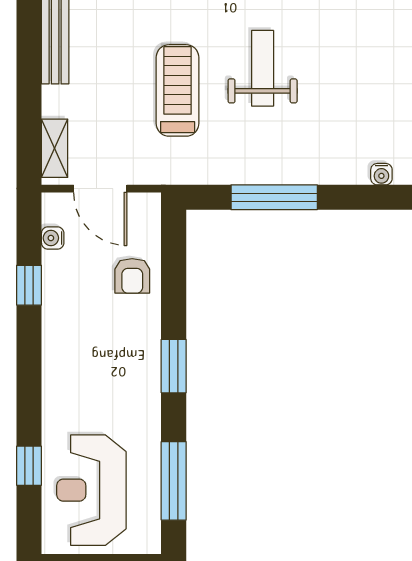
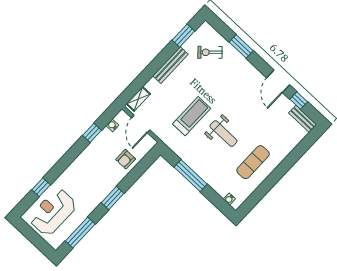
weight bench: (263, 68) -> (224, 134), turned 90
exercise mat: (362, 70) -> (253, 162), added

